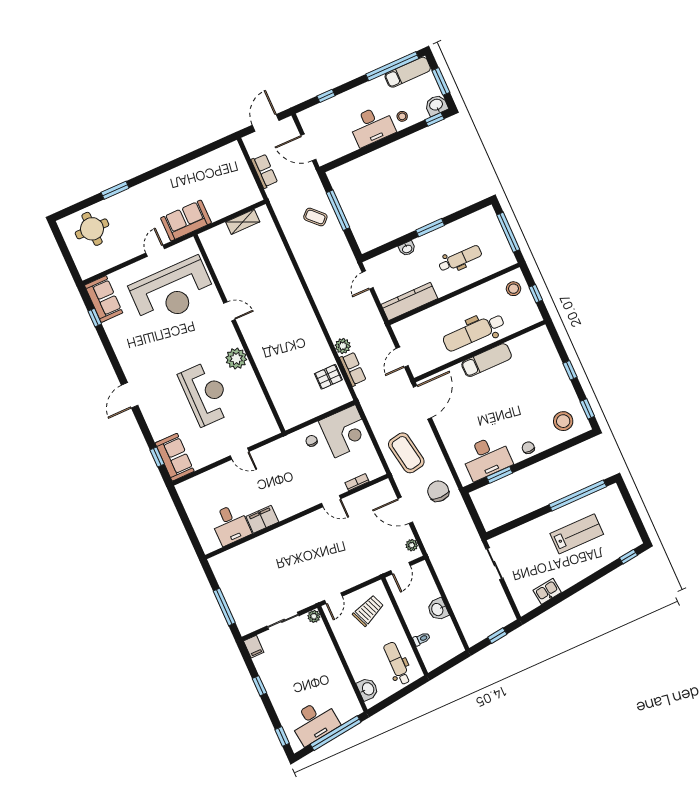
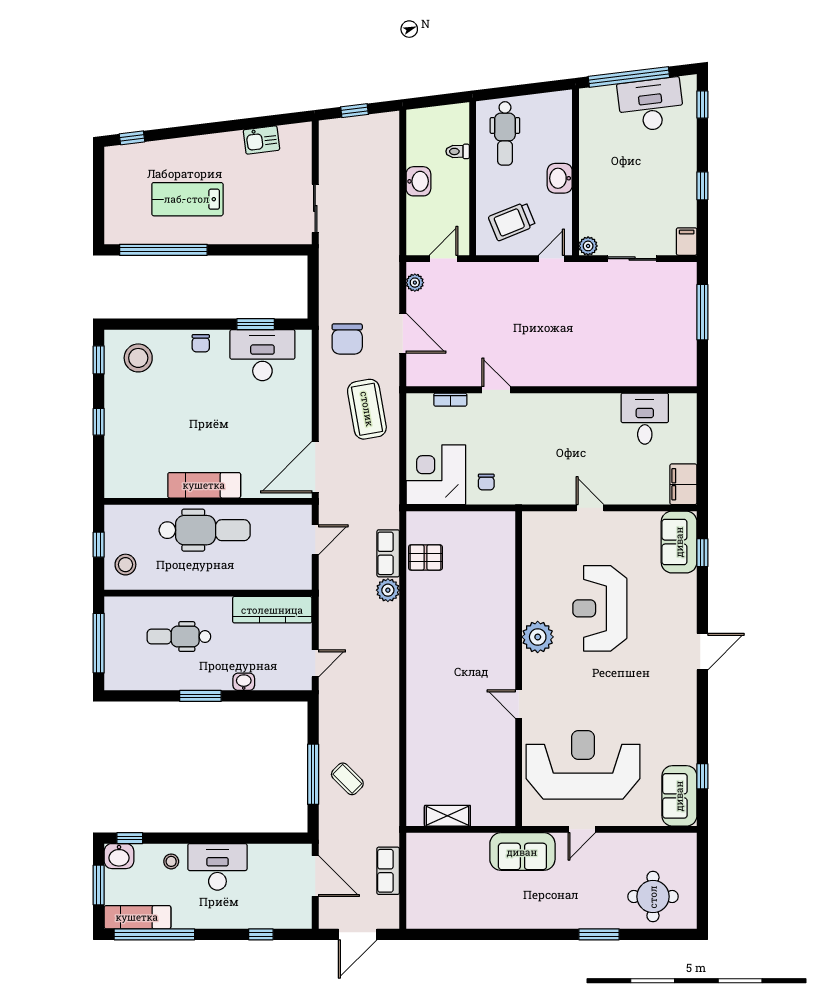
filing cabinet: (262, 519) -> (683, 484), moved, turned 90
washbasin: (368, 689) -> (560, 178), moved

